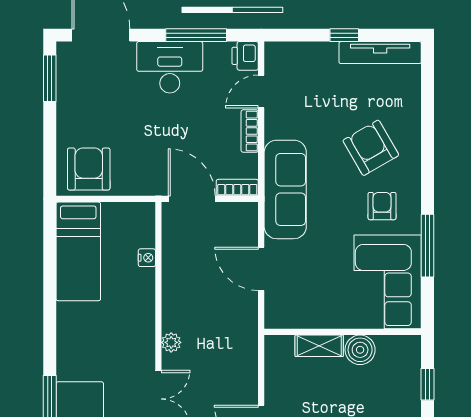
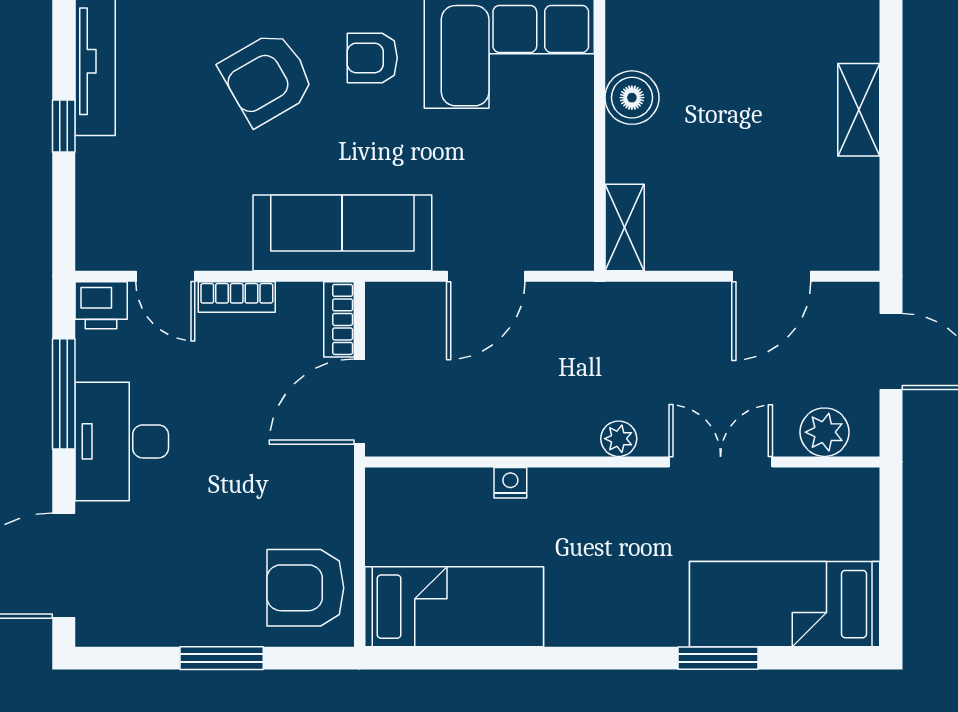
window: (50, 78) -> (222, 658), moved
nightstand: (147, 258) -> (510, 483), moved
shelving: (319, 346) -> (625, 227), moved

